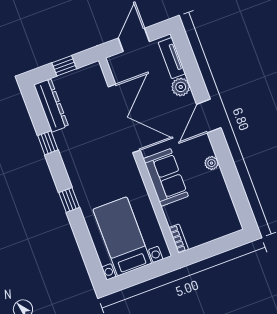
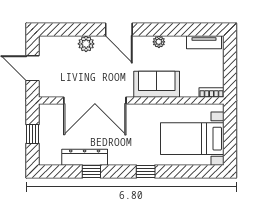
tv unit: (172, 58) -> (204, 42), moved
dresser: (51, 105) -> (85, 157), moved
double door: (124, 118) -> (95, 101), swing flipped

